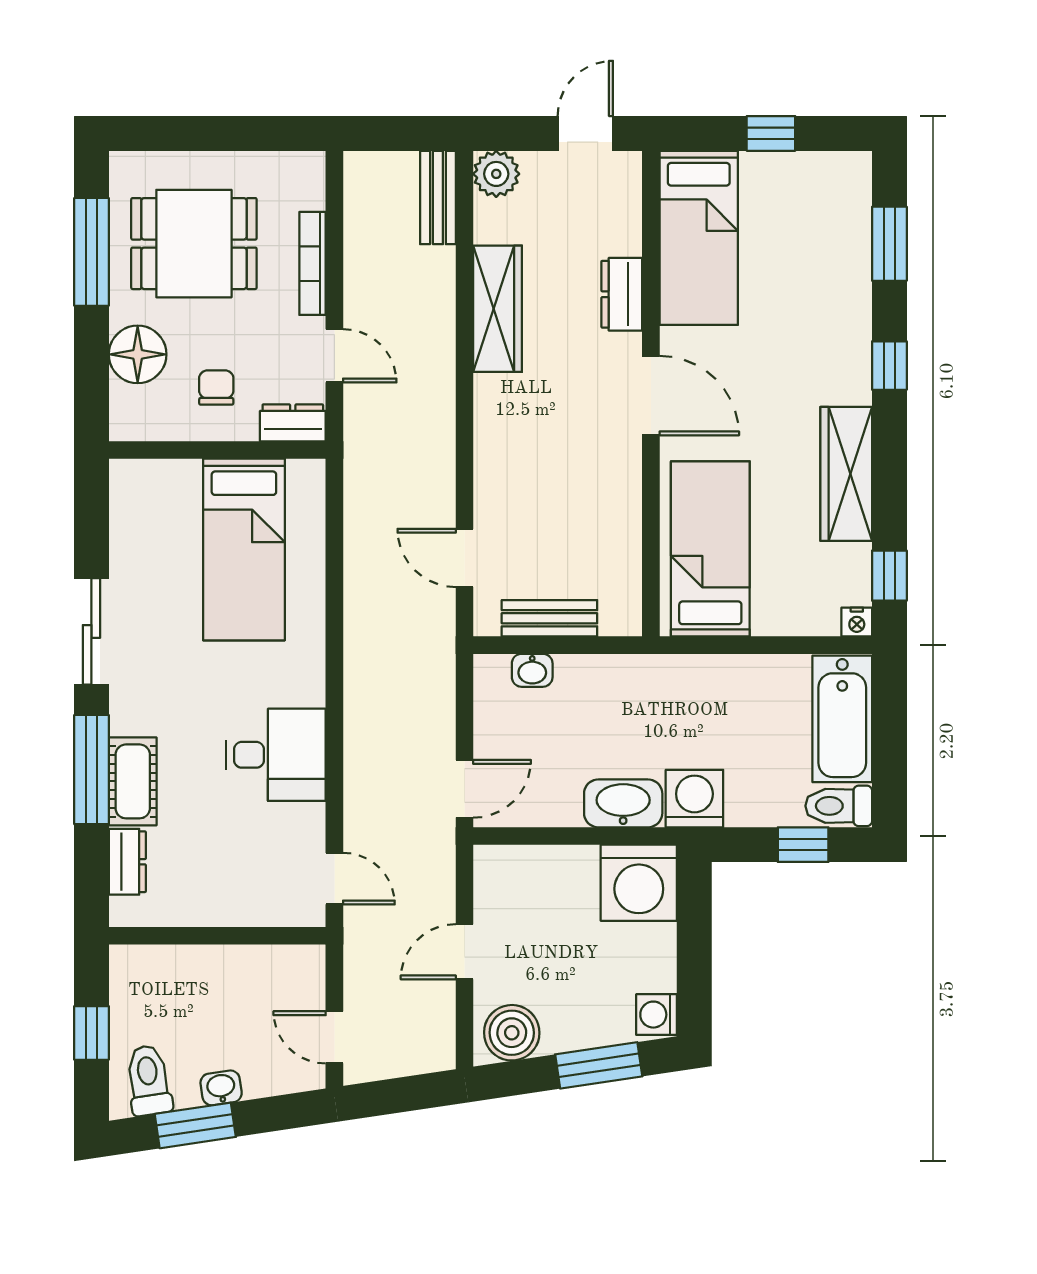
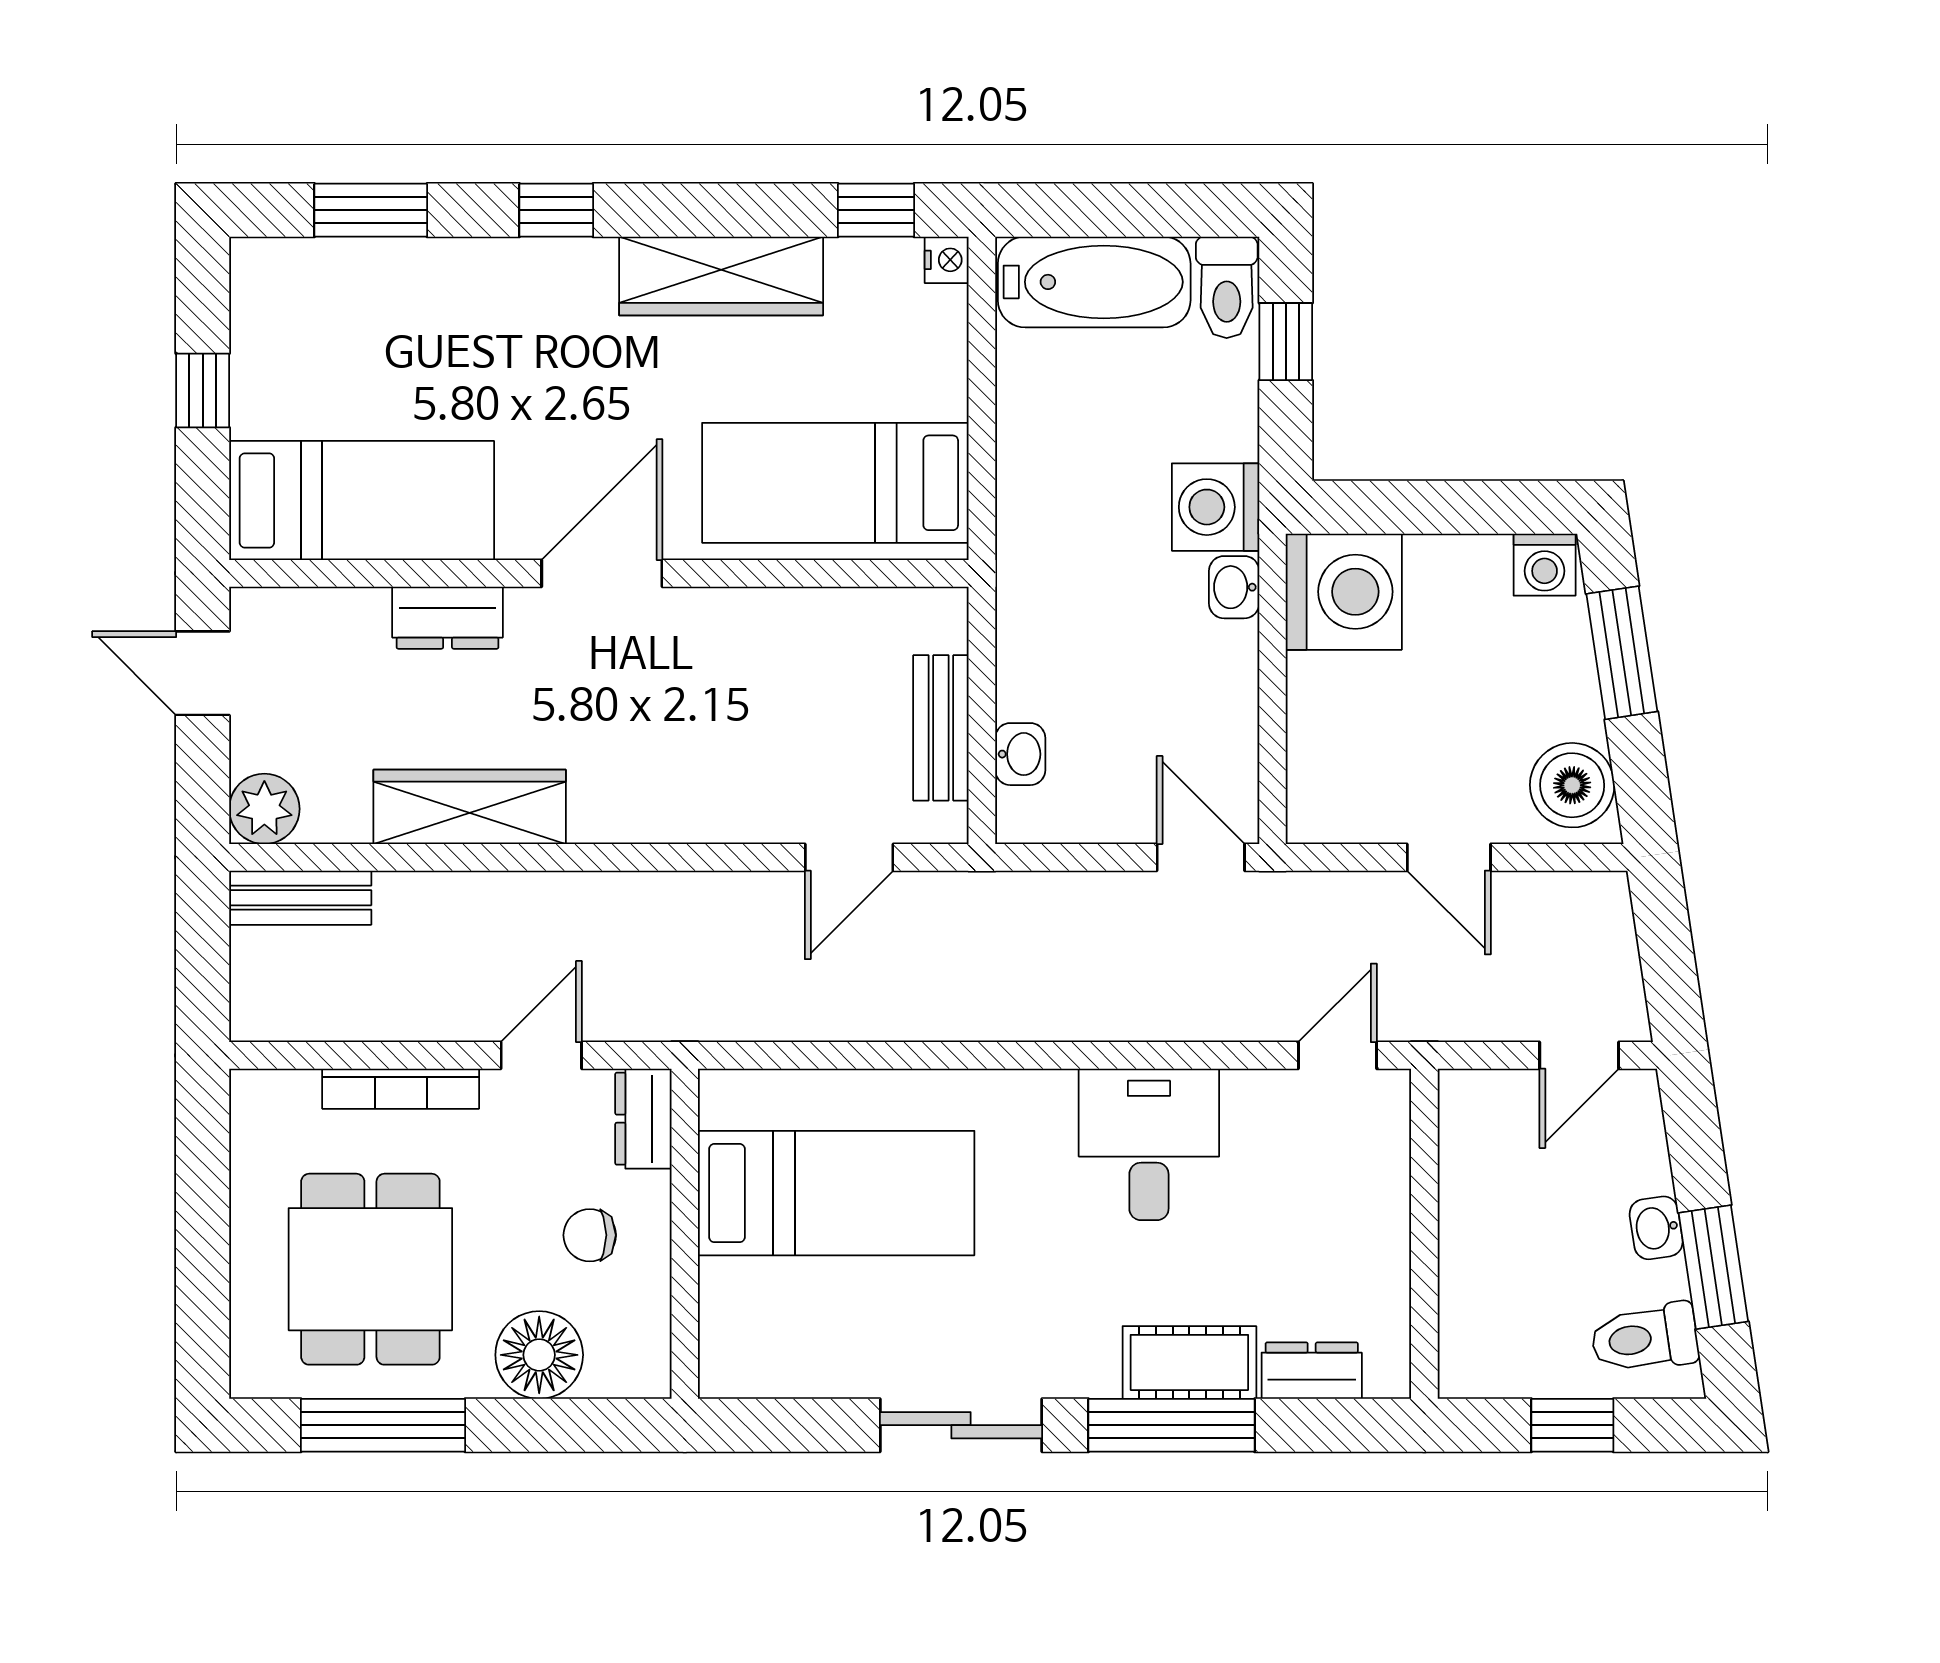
washbasin: (623, 803) -> (1234, 587), width x0.52, depth x0.69

